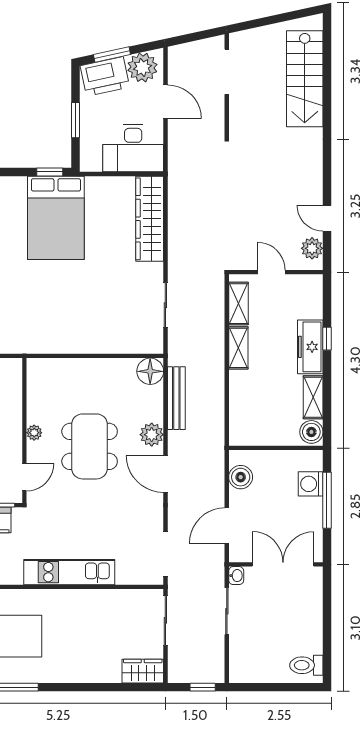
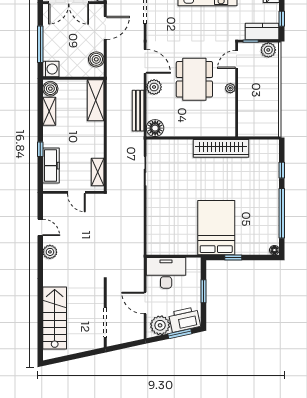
window: (50, 172) -> (233, 257), moved
wardrobe: (150, 219) -> (221, 148), moved, turned 90
plant: (312, 248) -> (50, 252), moved
freezer: (310, 347) -> (51, 166), moved
shelving: (238, 348) -> (96, 100), moved, width x1.50, depth x1.33
washing machine: (311, 484) -> (51, 69), moved

